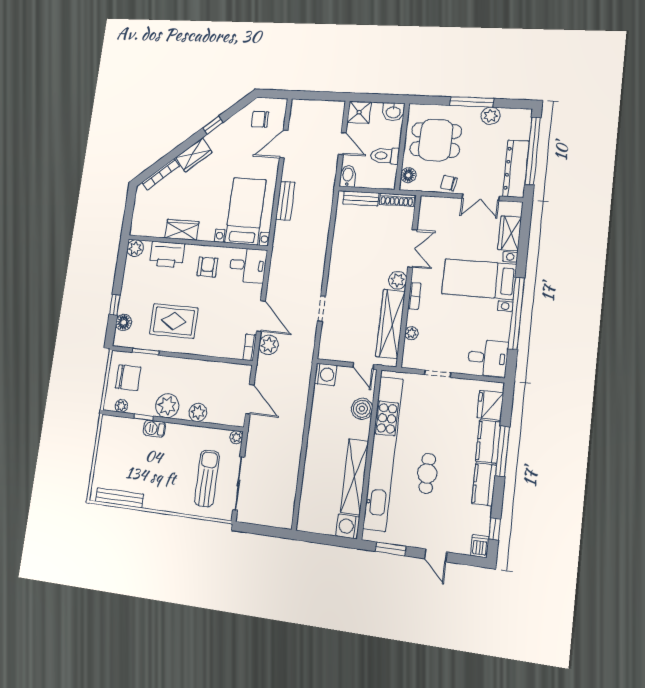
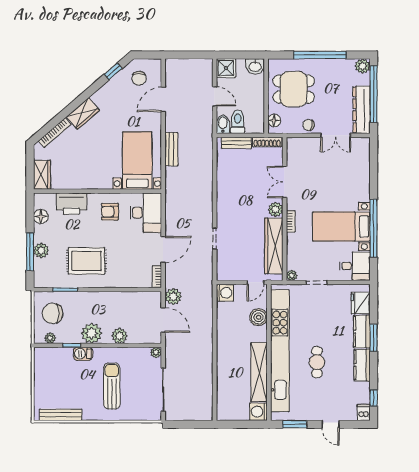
window: (472, 102) -> (320, 55), width x1.46
plant: (491, 116) -> (362, 66), moved
chair: (260, 119) -> (139, 78), turned -90
window: (213, 125) -> (113, 71), moved
toilet: (385, 156) -> (238, 122), moved, turned 90
wardrobe: (182, 230) -> (42, 175), moved, turned 90
wardrobe: (510, 233) -> (362, 164), removed
plant: (135, 248) -> (41, 250), moved
double door: (412, 248) -> (285, 182), swing flipped
desk: (248, 265) -> (146, 213), width x1.37
armchair: (207, 267) -> (110, 212), turned -90
bed with nightstands: (479, 279) -> (341, 227), moved
window: (115, 305) -> (30, 252), width x2.17
door: (261, 316) -> (163, 250), hinge flipped
floor lamp: (124, 322) -> (41, 217), moved
plant: (411, 333) -> (292, 275), moved
plant: (268, 345) -> (173, 297), moved
door: (363, 366) -> (255, 282), hinge flipped
chair: (128, 378) -> (52, 313), turned 180
window: (502, 451) -> (374, 338), width x0.69
sun lounger: (207, 478) -> (112, 386), moved

